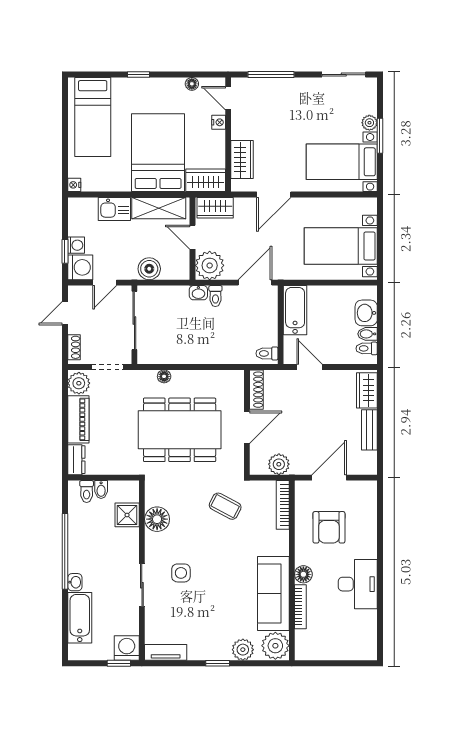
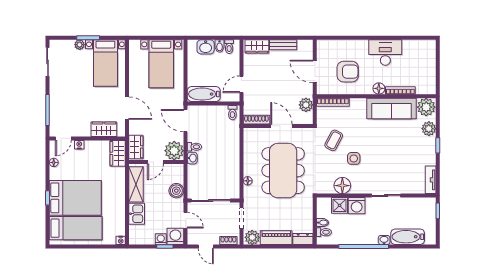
bed: (158, 153) -> (75, 198), moved, turned 180
side table: (181, 573) -> (354, 158), moved
washing machine: (127, 648) -> (357, 206), moved, turned -90

